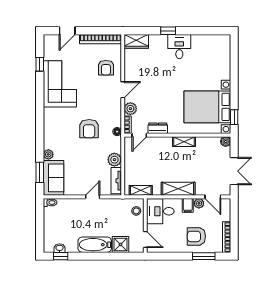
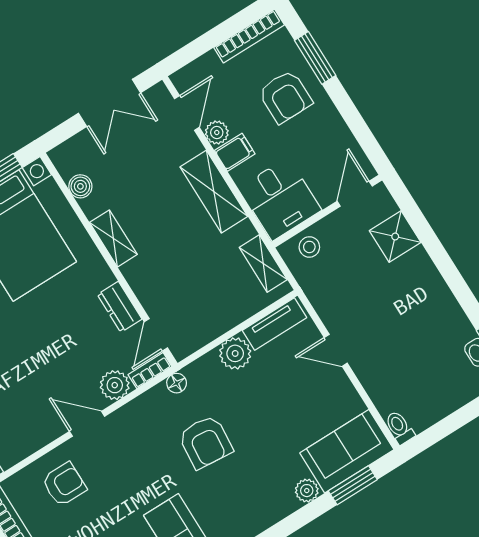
armchair: (89, 129) -> (205, 442), turned 95
door: (139, 135) -> (156, 335), swing flipped
boiler: (226, 141) -> (80, 186), moved
double door: (234, 171) -> (109, 103), swing flipped
bathtub: (95, 245) -> (427, 287), removed

